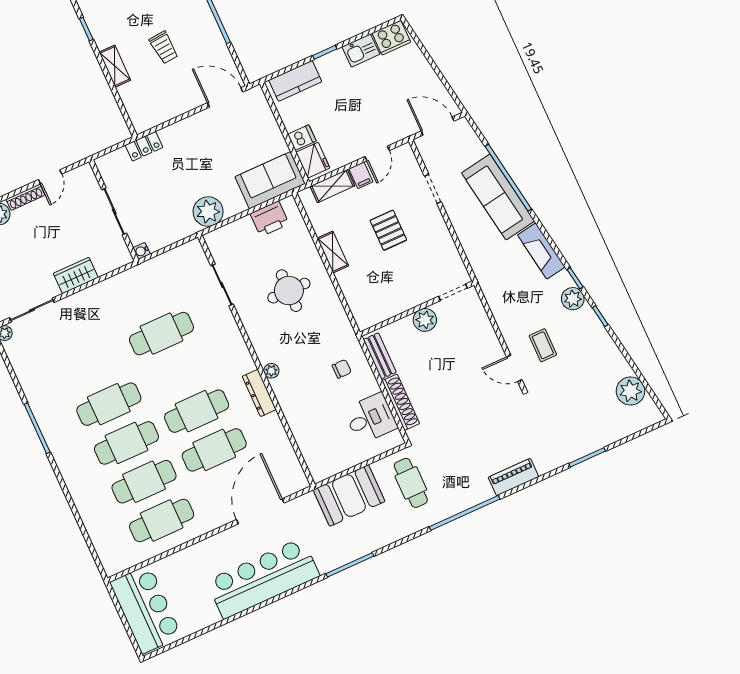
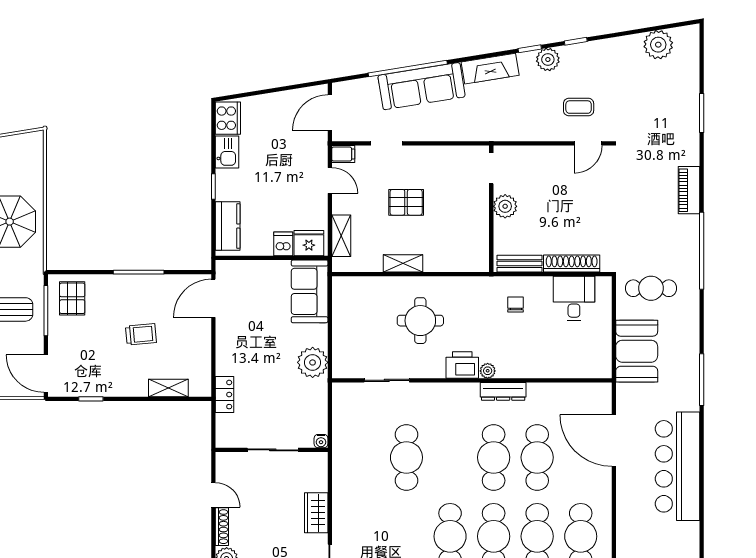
shelving: (115, 66) -> (168, 388), moved
filing cabinet: (361, 175) -> (343, 154), moved
printer: (270, 219) -> (462, 365), moved, turned -90

